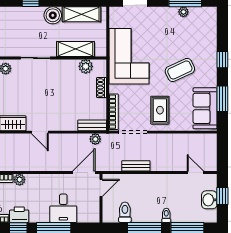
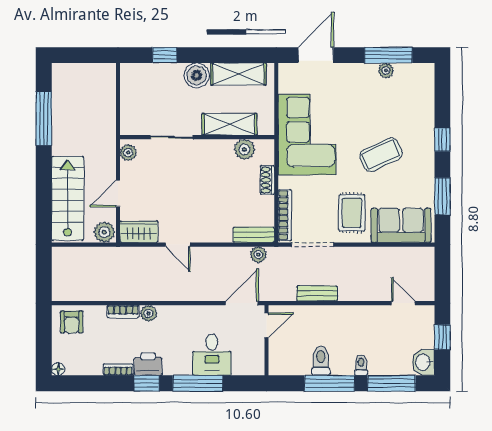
sofa: (205, 108) -> (401, 225), moved, turned 90
washbasin: (209, 200) -> (423, 362), moved
toilet: (125, 212) -> (321, 361), moved

